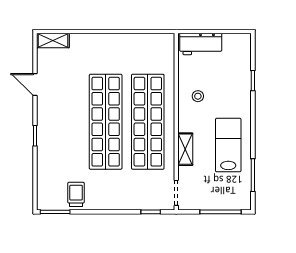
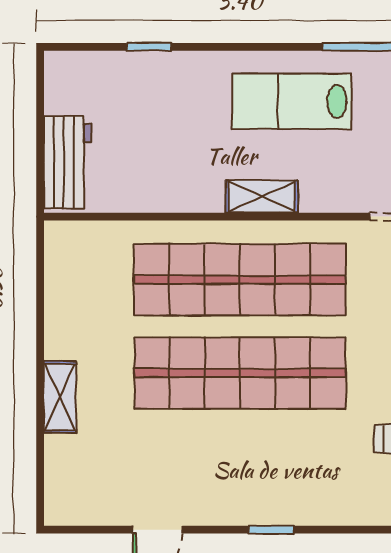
shelving: (53, 40) -> (60, 397), moved
stool: (198, 96) -> (183, 169), removed
shelving: (185, 149) -> (262, 197), moved

